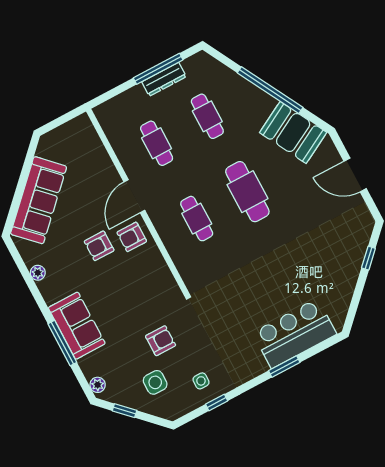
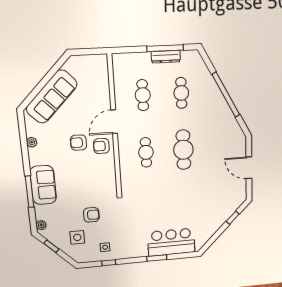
booth: (293, 132) -> (227, 127), removed

